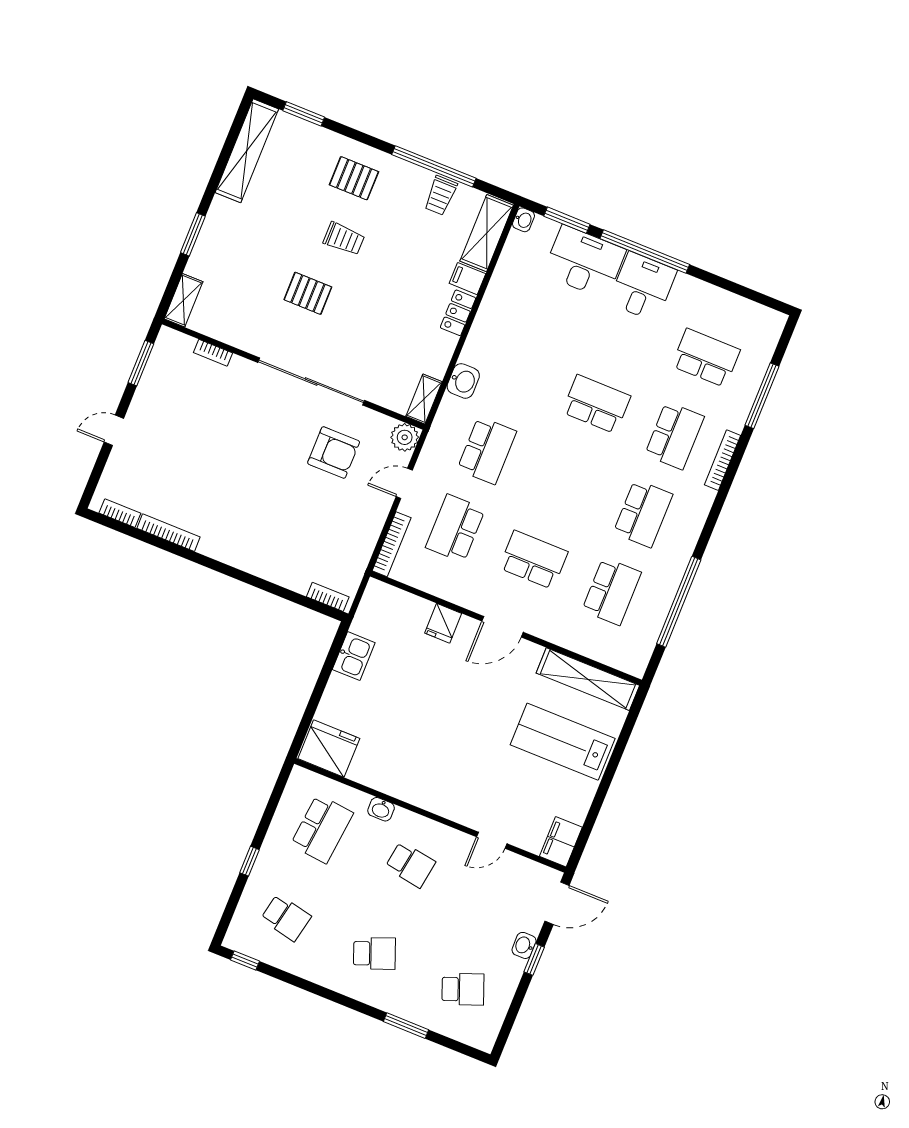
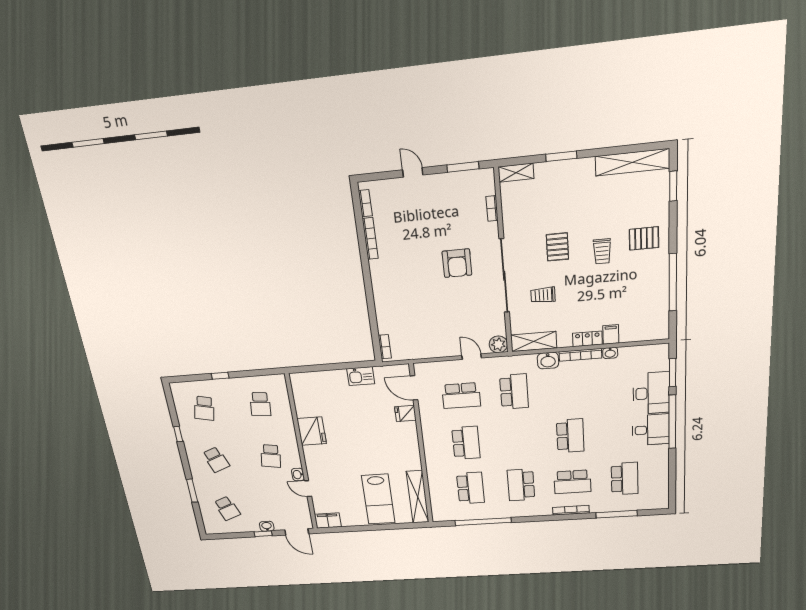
pallet: (354, 178) -> (644, 238), turned 90
trolley: (441, 195) -> (543, 295), moved
washbasin: (524, 220) -> (610, 353), moved
shelving: (487, 233) -> (644, 332), removed
shelving: (424, 399) -> (534, 342), width x1.50, depth x1.33
school desk: (487, 450) -> (514, 392), turned -90
armchair: (334, 452) -> (457, 263), moved
school desk: (643, 514) -> (521, 485), turned 90
school desk: (455, 528) -> (461, 396), turned 180
bookcase: (392, 544) -> (580, 355), moved
school desk: (612, 591) -> (470, 488), turned -90
door: (503, 627) -> (414, 388), moved
lab bench: (563, 742) -> (378, 499), turned 180
fridge: (329, 749) -> (312, 431), moved
washbasin: (381, 809) -> (298, 475), moved
school desk: (322, 829) -> (260, 404), width x0.54
window: (245, 961) -> (178, 434), moved

